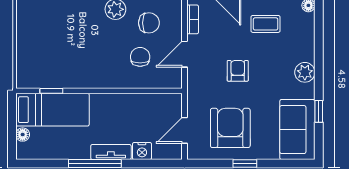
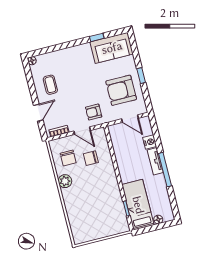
chair: (149, 23) -> (68, 158), turned 180
armchair: (238, 71) -> (94, 112), moved
plant: (305, 72) -> (74, 52), removed

